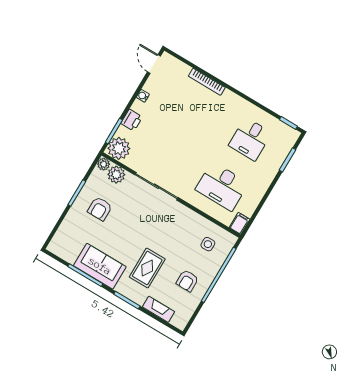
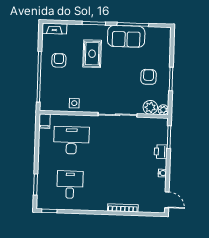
plant: (119, 148) -> (159, 127), removed
side table: (208, 244) -> (74, 103), moved
fireplace: (158, 309) -> (54, 29), moved

